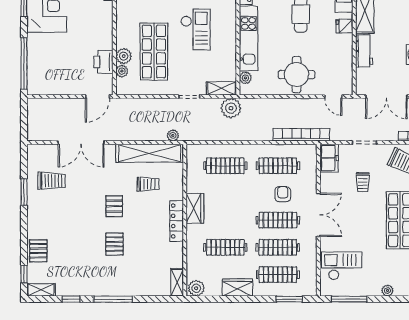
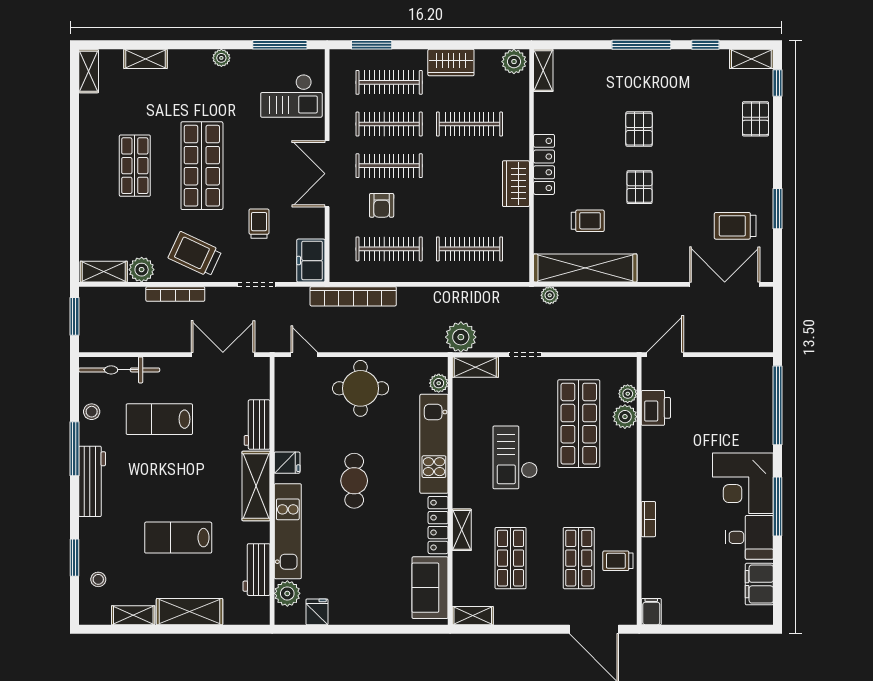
double door: (81, 143) -> (725, 284), moved
trolley: (148, 184) -> (588, 221), turned 180

